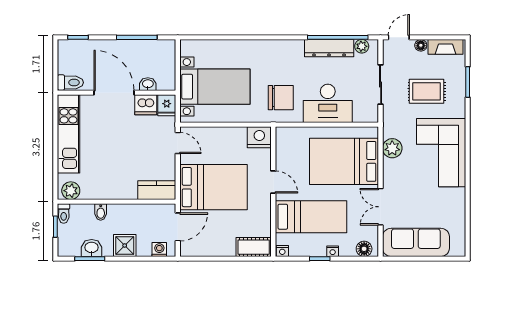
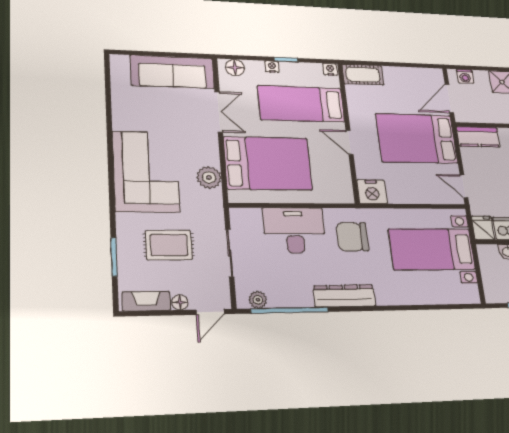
dresser: (329, 48) -> (344, 296), moved

